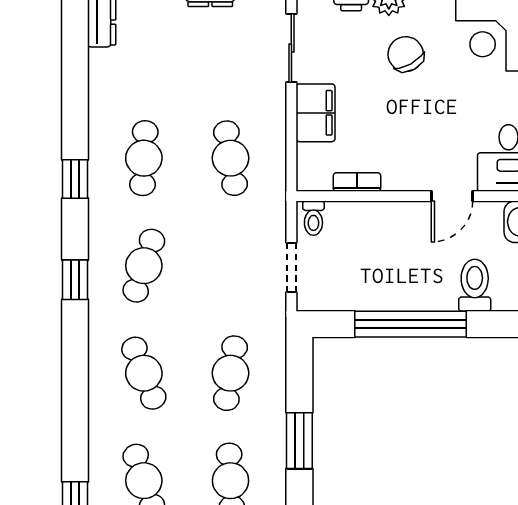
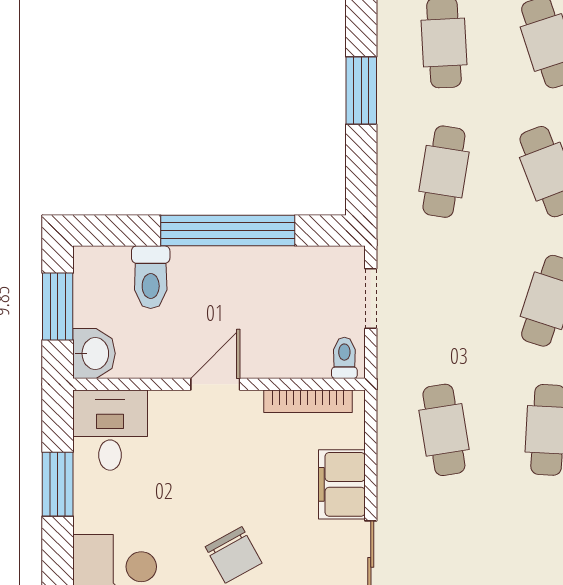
bookcase: (357, 182) -> (308, 401), width x1.56
door: (452, 196) -> (215, 384), moved

